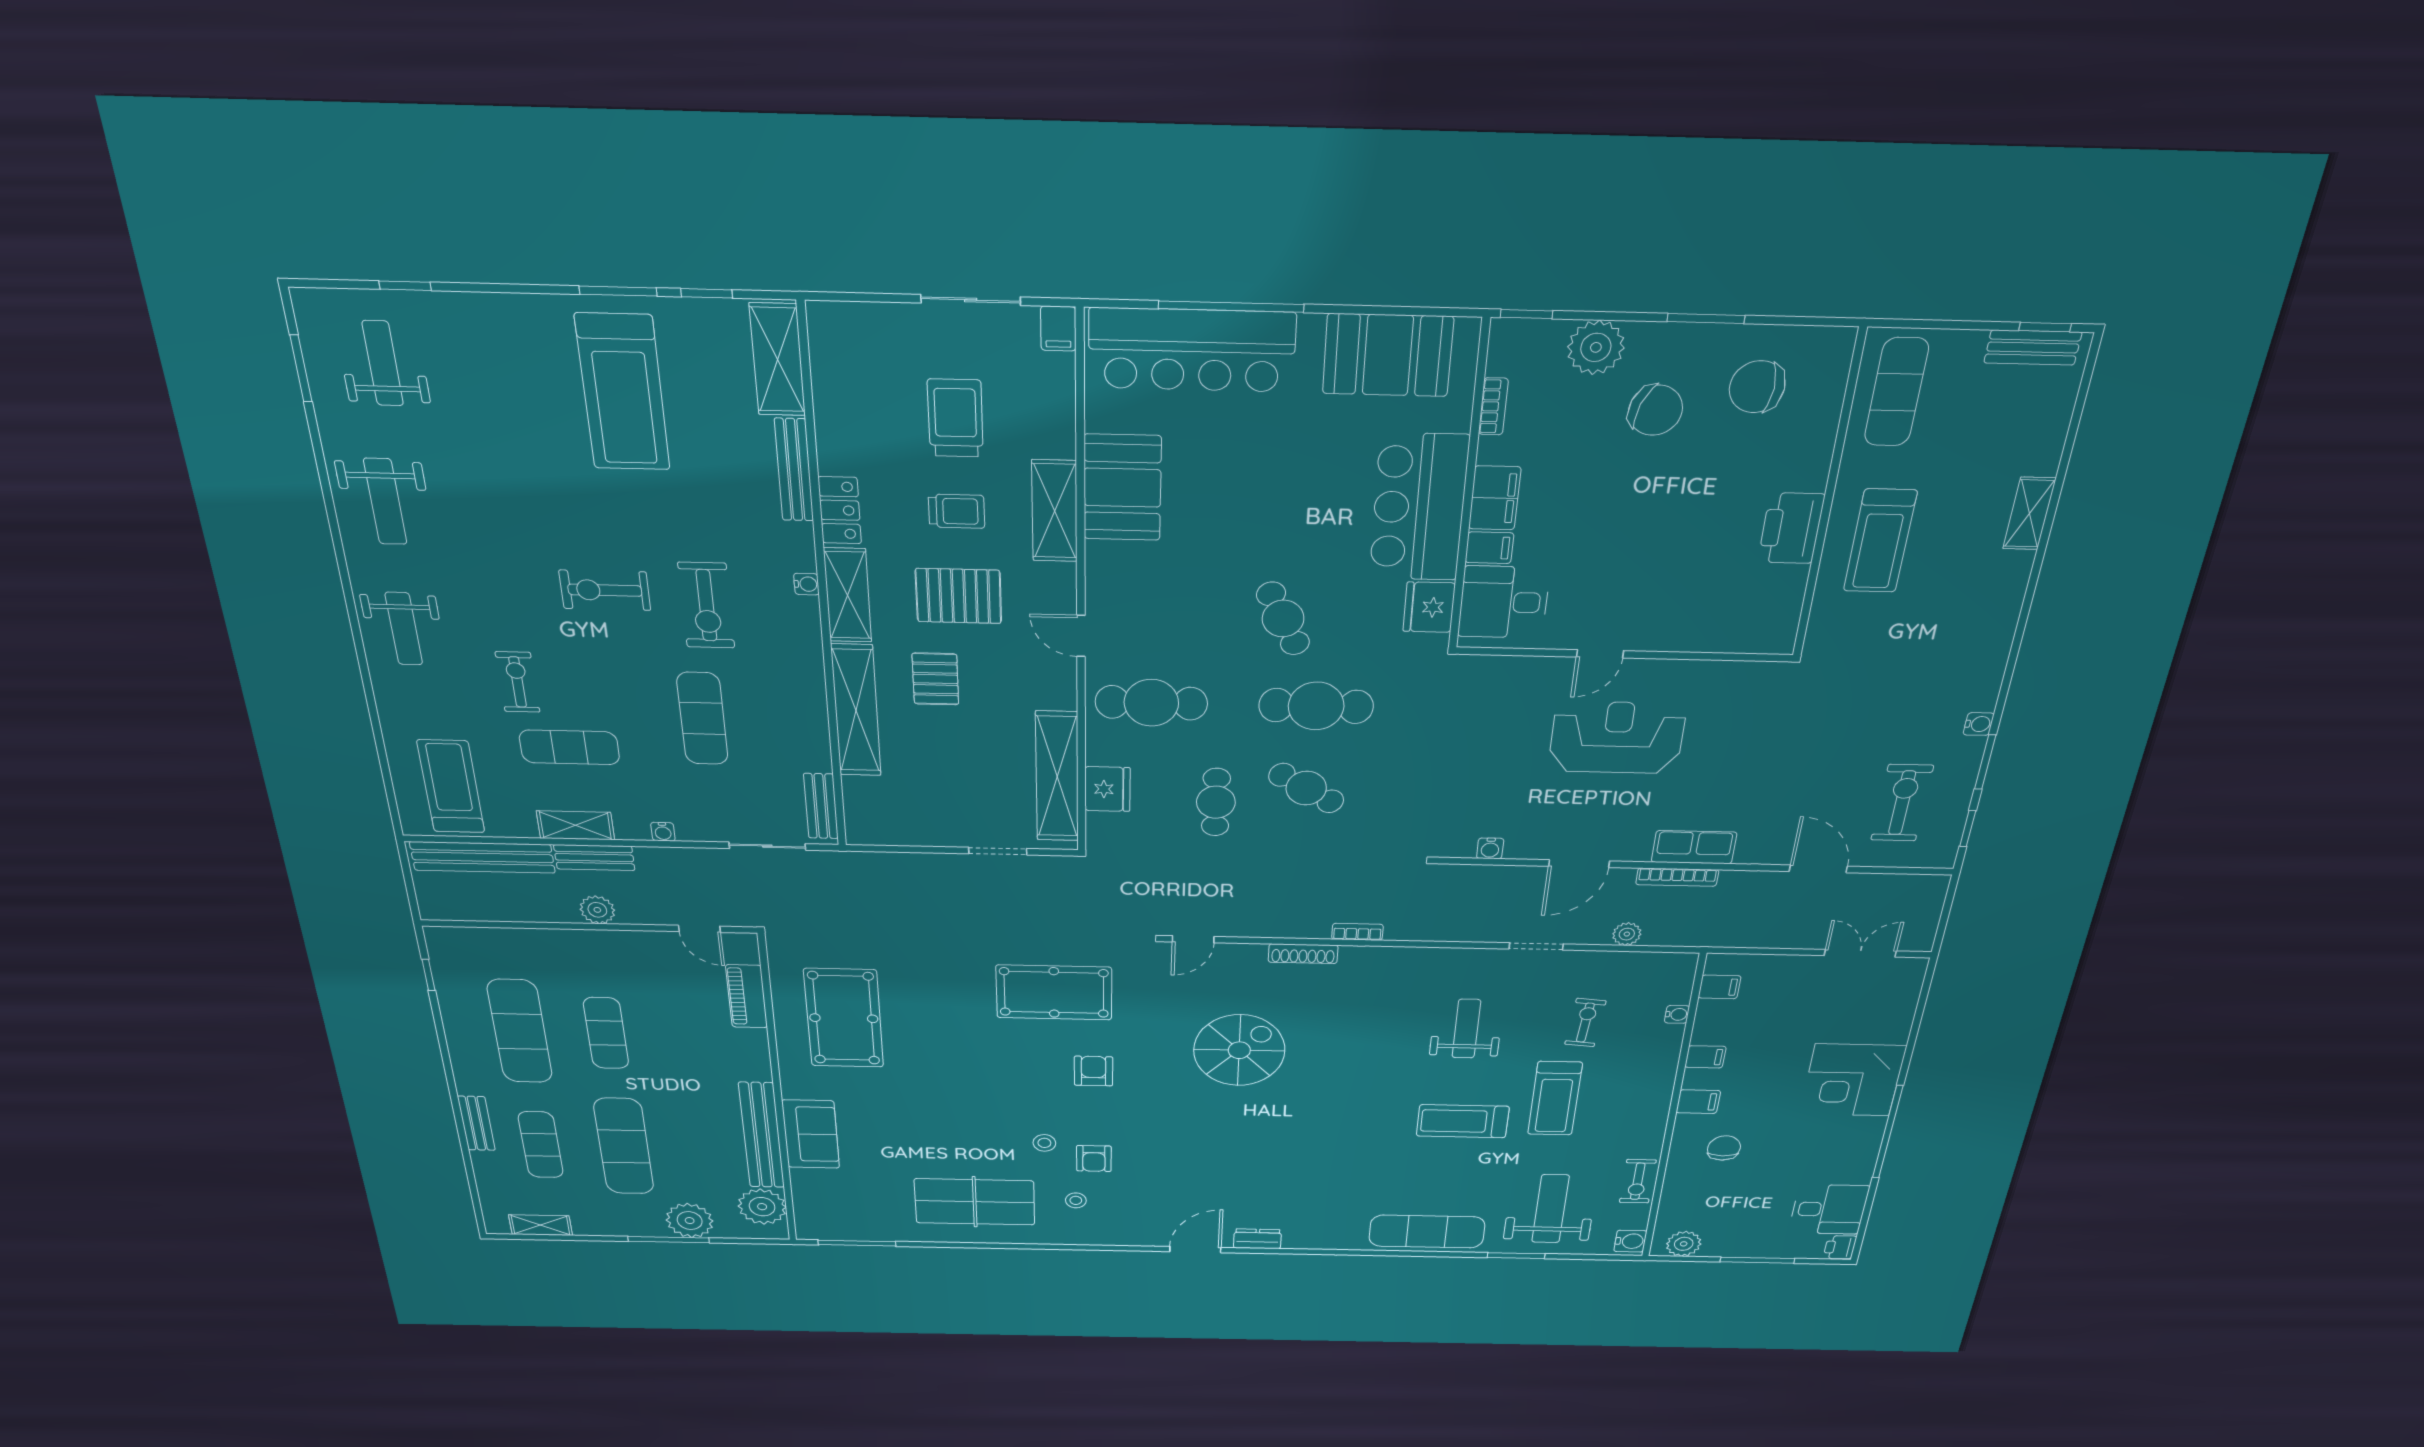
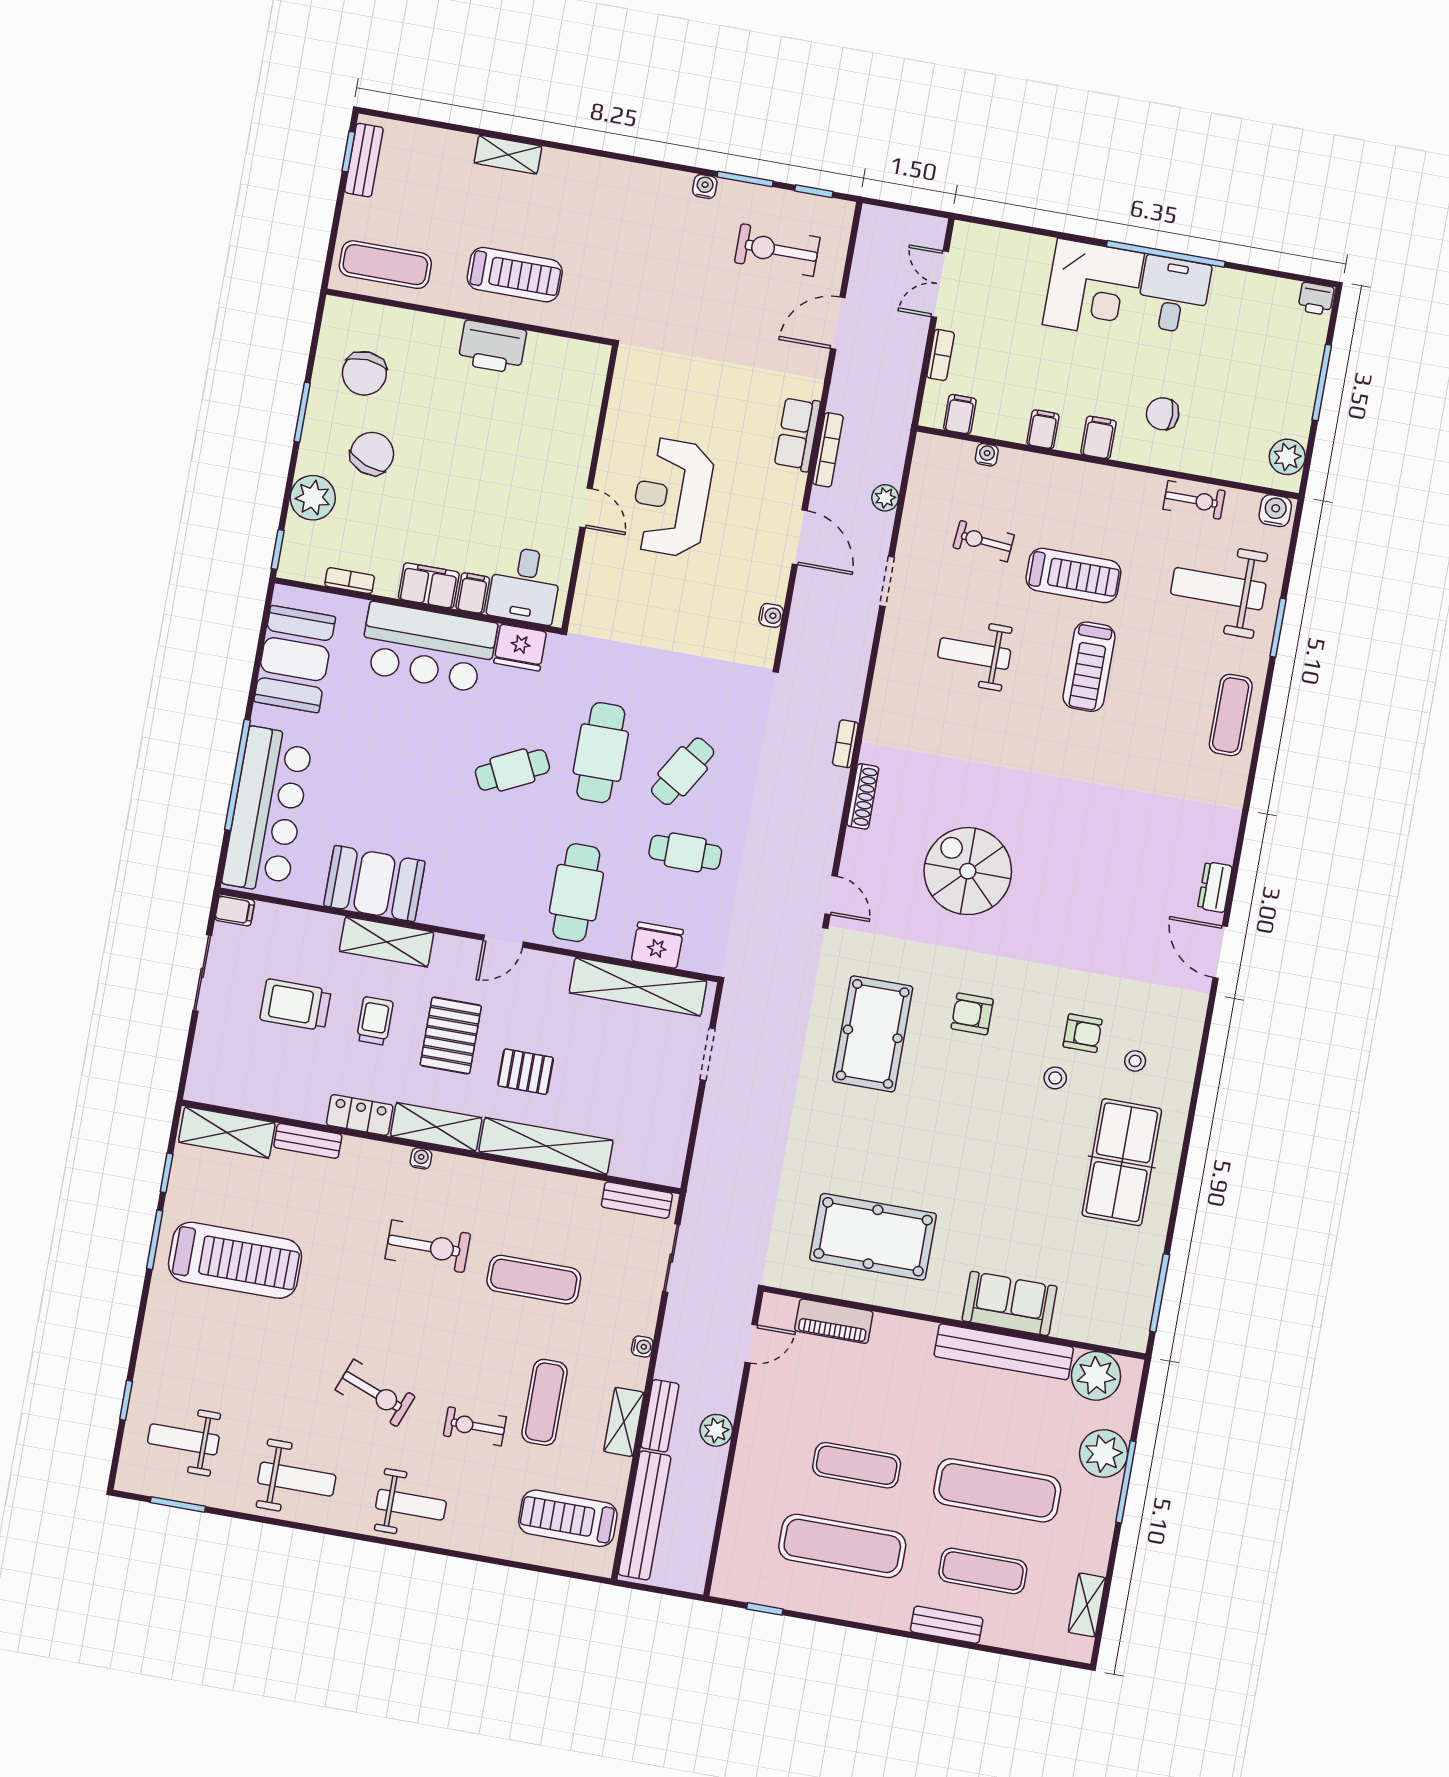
bench: (794, 470) -> (308, 1141), width x0.73
exercise bike: (605, 590) -> (375, 1393), moved, turned -69
bookcase: (1783, 963) -> (941, 355), added
desk: (1829, 1209) -> (1173, 295), moved
exercise mat: (1427, 1231) -> (1231, 715), width x0.73, depth x0.69

